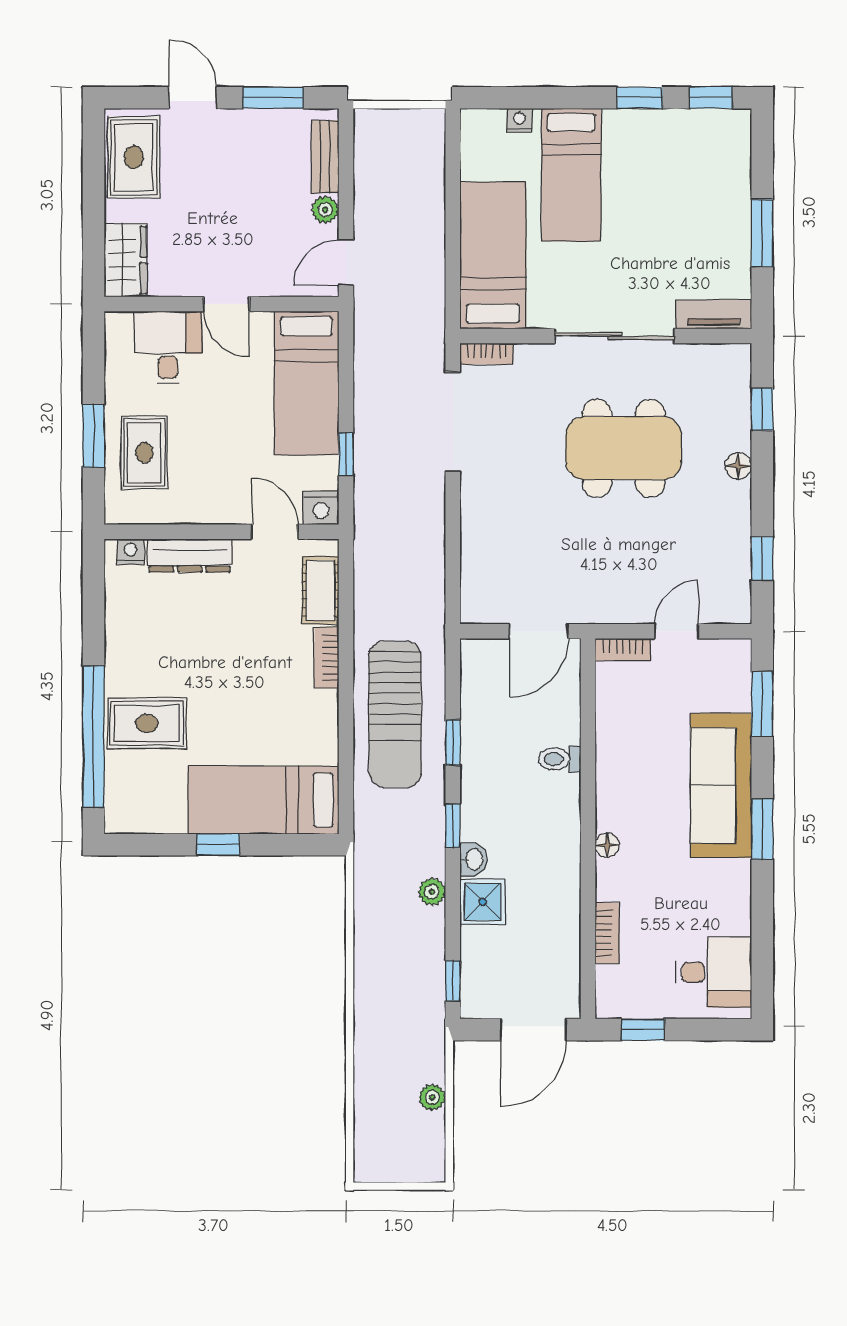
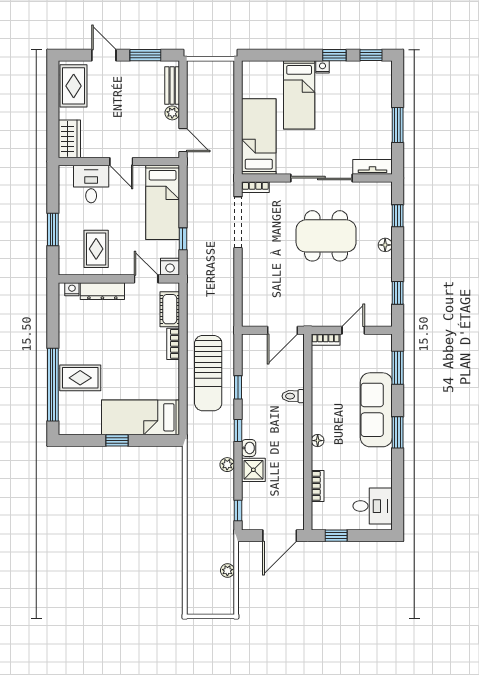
nightstand: (519, 120) -> (323, 67), moved
door: (346, 262) -> (183, 140), swing flipped
rug: (144, 453) -> (96, 249), moved

